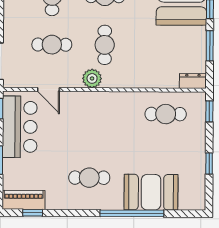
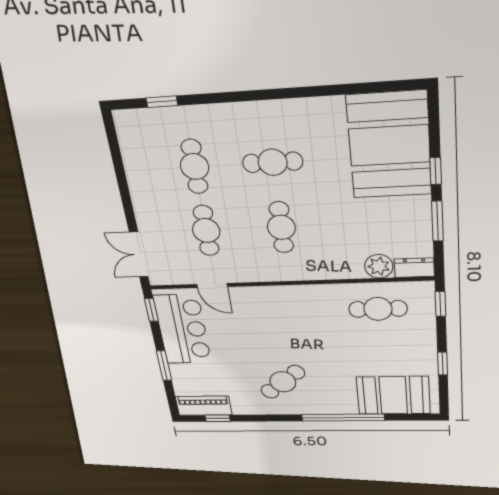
cafe table: (52, 45) -> (206, 231), turned 90
plant: (92, 78) -> (379, 266), moved
cafe table: (89, 178) -> (283, 382), turned -39
booth: (151, 192) -> (393, 395), moved

